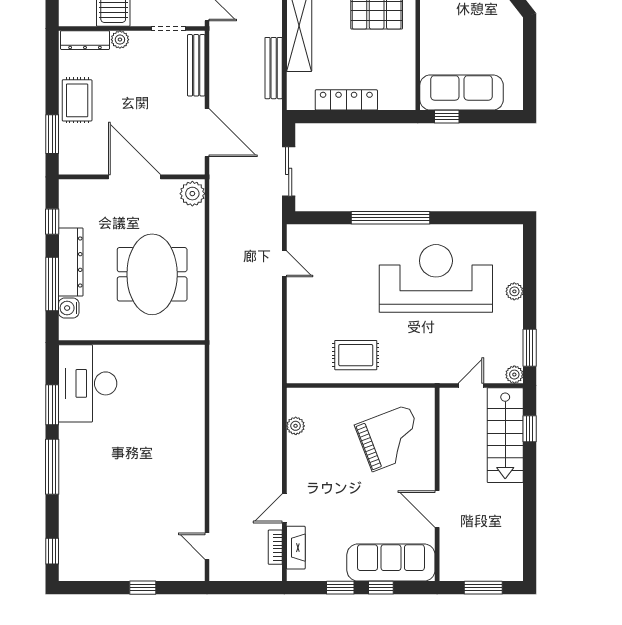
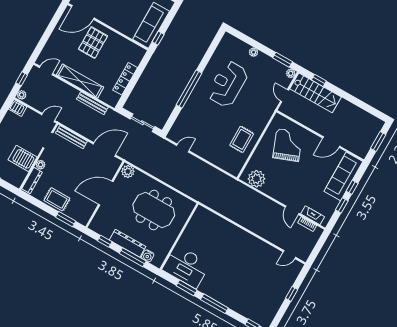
reception desk: (436, 278) -> (228, 84), width x0.74, depth x0.77
plant: (296, 426) -> (256, 179), width x1.87, depth x1.87

